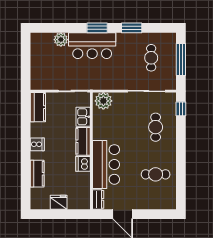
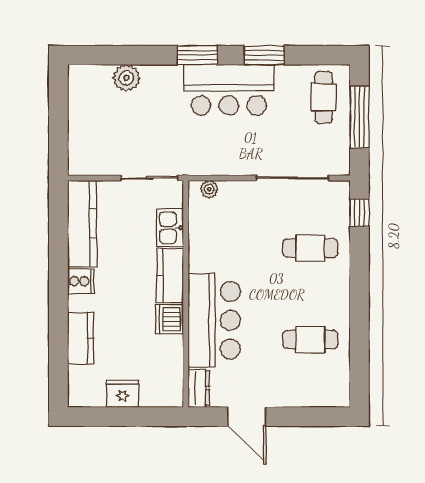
bar counter: (92, 46) -> (229, 90), moved
cafe table: (151, 58) -> (324, 97), moved
plant: (103, 101) -> (209, 189), width x0.53, depth x0.53
kitchen counter: (38, 107) -> (82, 224), width x1.50
cafe table: (156, 127) -> (310, 248), turned 90

